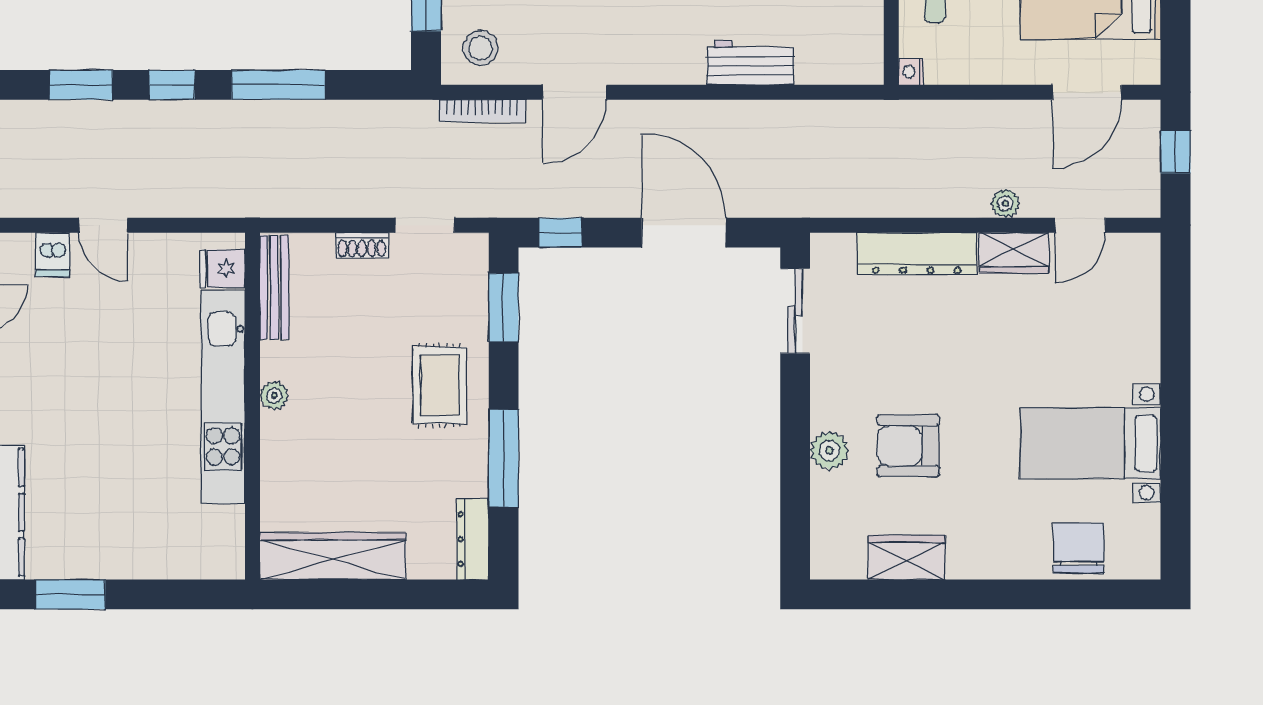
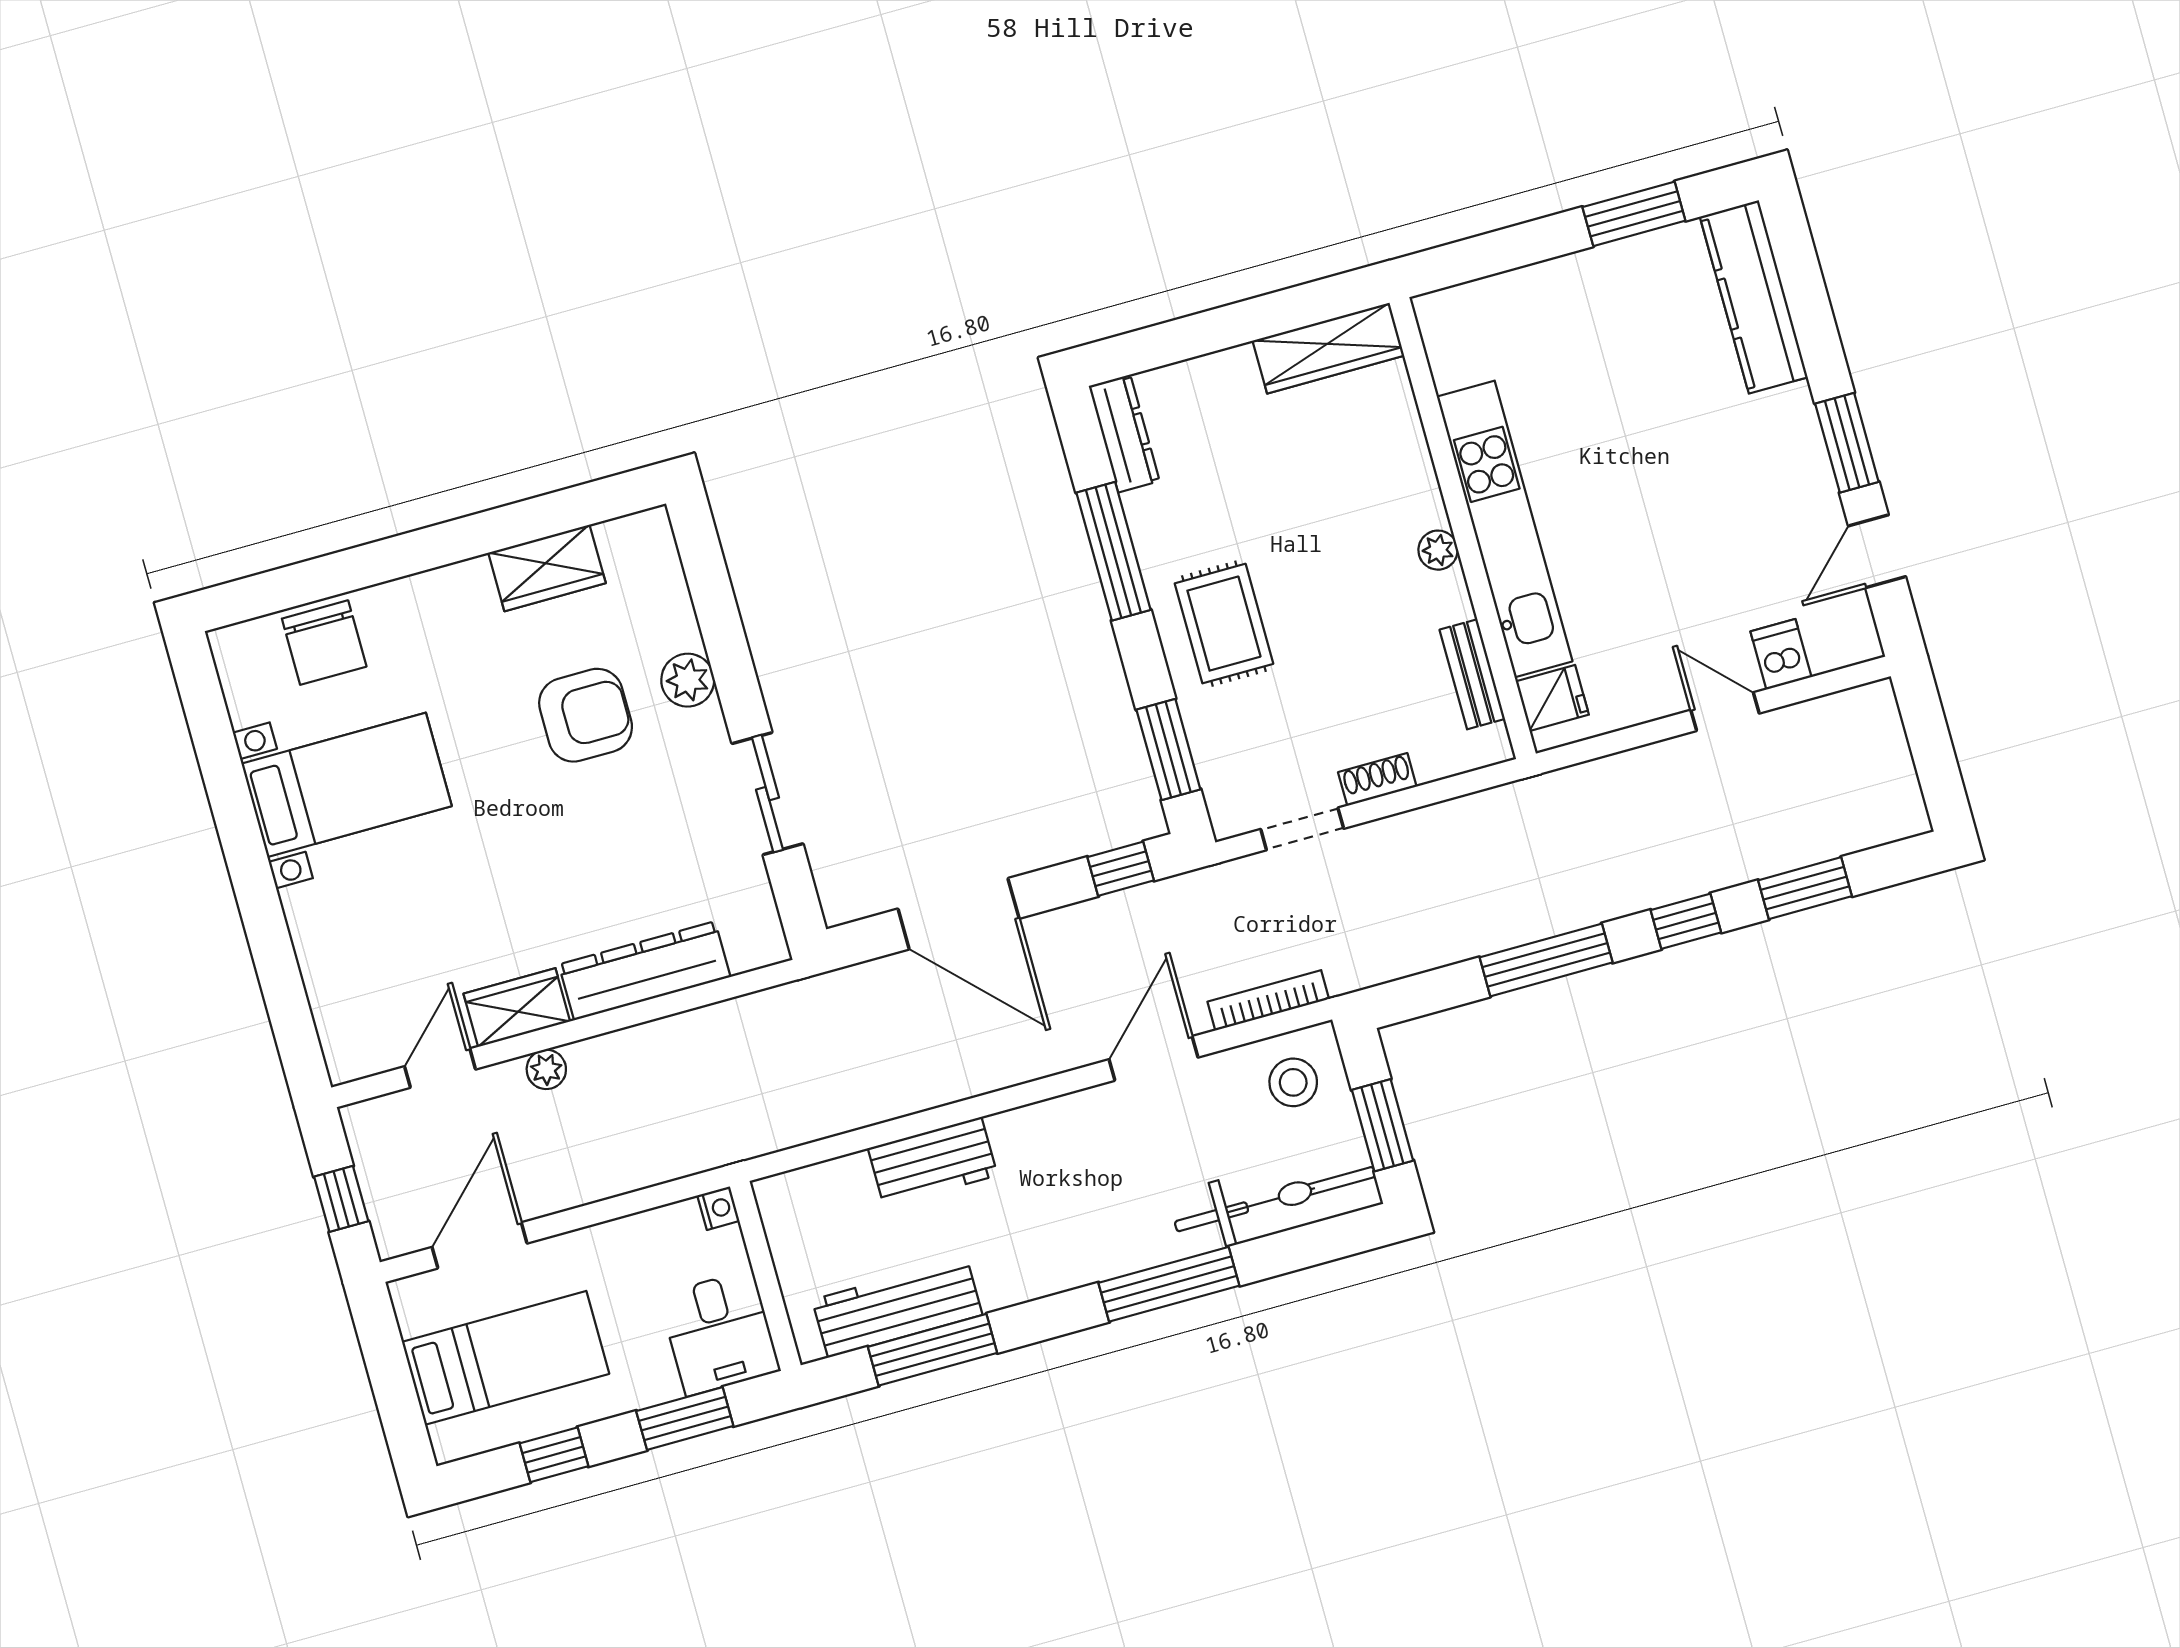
bench: (274, 287) -> (1472, 674), width x0.73
sliding door: (795, 311) -> (767, 794), moved
wardrobe: (333, 556) -> (1328, 348), width x0.71, depth x0.85

